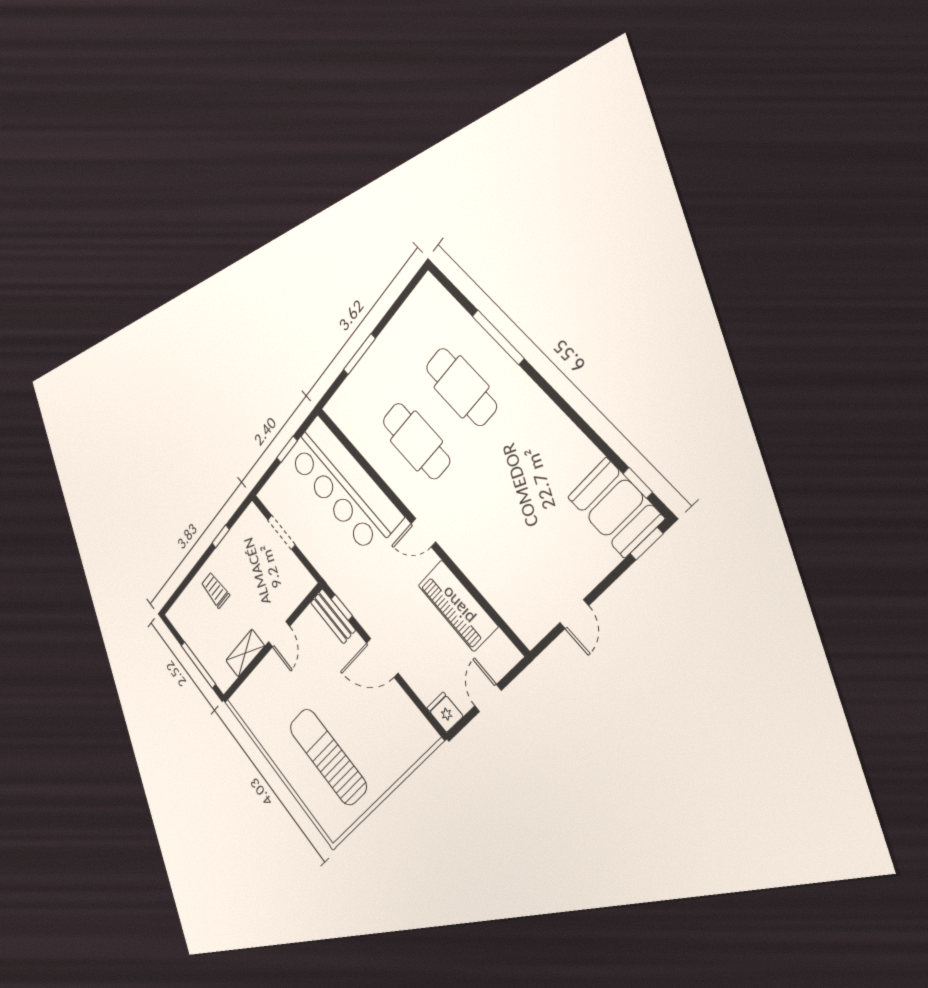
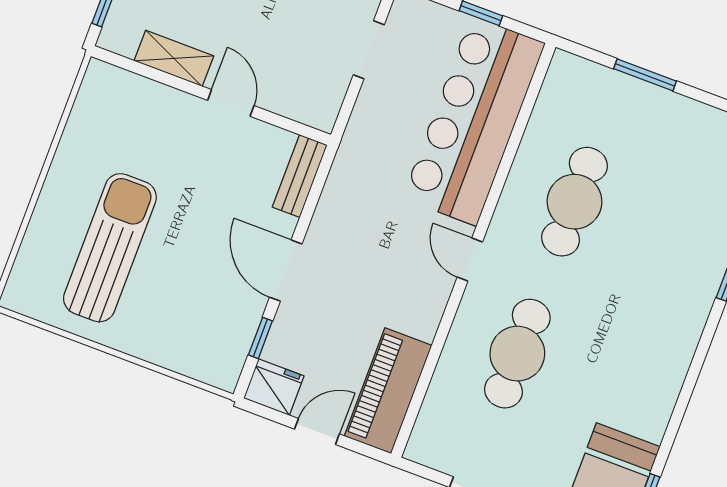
cafe table: (461, 387) -> (517, 354), moved
piano: (458, 606) -> (388, 391), moved
window: (342, 607) -> (260, 338), moved
door: (279, 634) -> (231, 103), swing flipped
fridge: (445, 712) -> (274, 387), width x1.38

